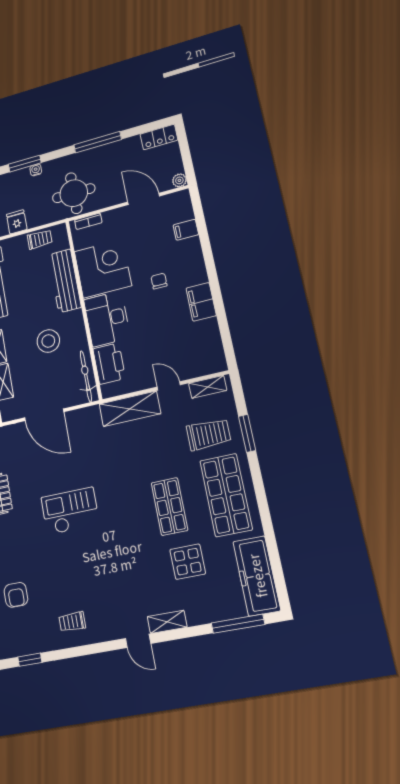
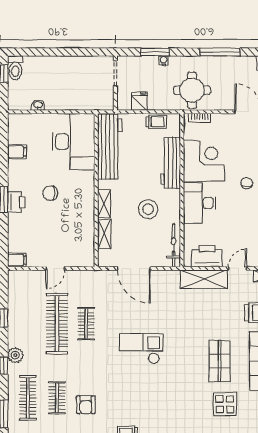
printer: (109, 364) -> (207, 256), moved, turned -90
door: (169, 386) -> (238, 268), hinge flipped

